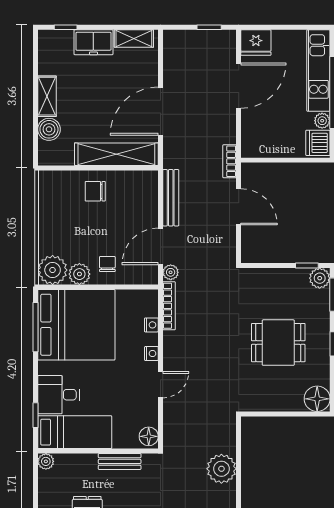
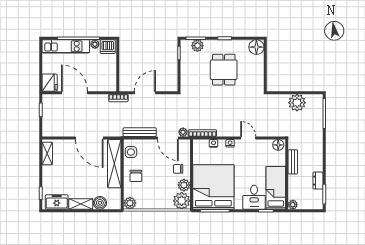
freezer: (93, 42) -> (57, 202), moved, turned -90
plant: (48, 181) -> (130, 203), added
side table: (136, 183) -> (131, 152), added
plant: (320, 278) -> (197, 46), moved

